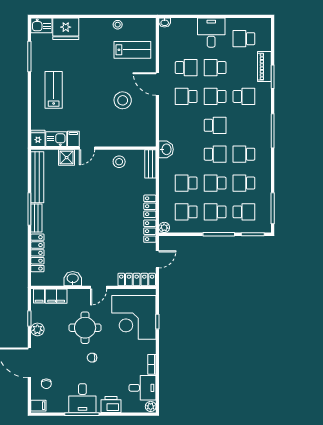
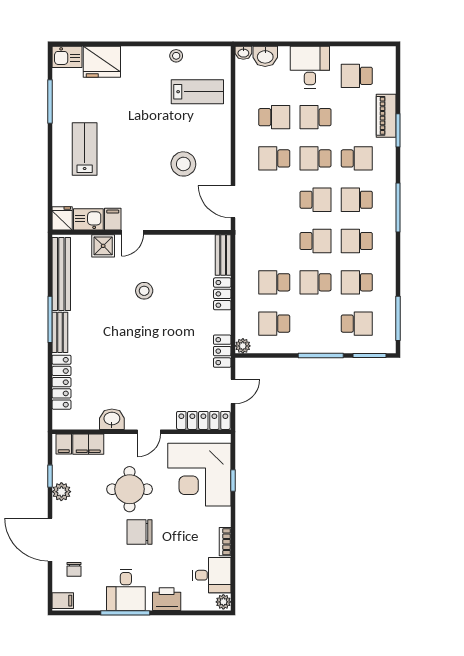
door: (157, 84) -> (233, 202), moved
washbasin: (166, 149) -> (265, 56), moved, turned 90
stool: (119, 162) -> (144, 291), moved
locker: (150, 206) -> (222, 294), moved
school desk: (215, 212) -> (357, 200), moved
chair: (92, 358) -> (140, 532), width x1.87, depth x1.87

